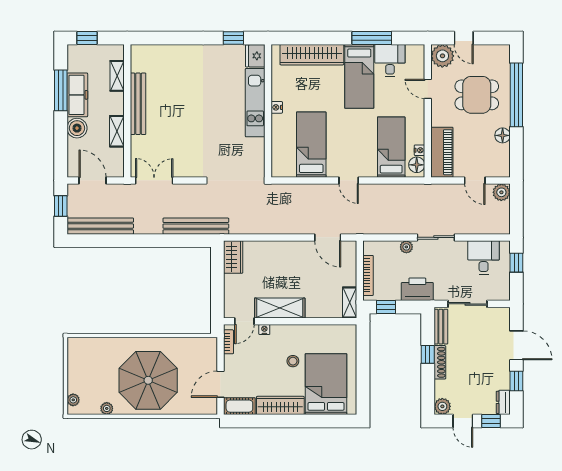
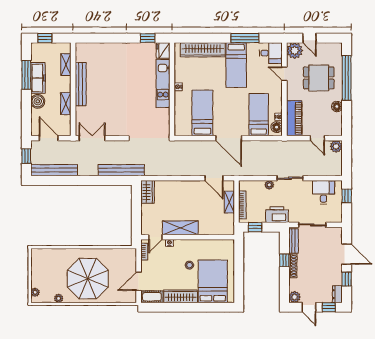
desk: (390, 61) -> (271, 53), moved, turned 90
door: (349, 180) -> (229, 138), width x1.88
shelving: (350, 302) -> (229, 202), moved

